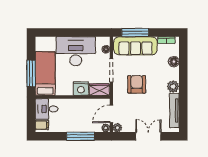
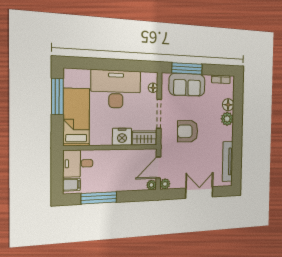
sofa: (135, 46) -> (187, 85), width x0.73
window: (31, 73) -> (57, 97), moved
armchair: (137, 84) -> (188, 131), turned -91
plant: (173, 87) -> (227, 119), moved
window: (80, 136) -> (99, 198), moved

